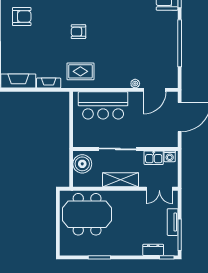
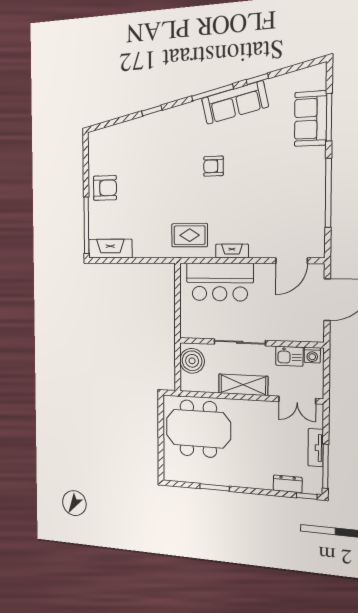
armchair: (22, 17) -> (105, 188), moved
armchair: (78, 32) -> (213, 166), moved
fireplace: (49, 83) -> (232, 251), moved
plant: (135, 84) -> (264, 252), removed

